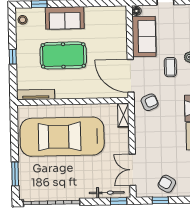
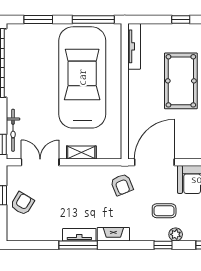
shelving: (123, 115) -> (81, 152), moved
window: (14, 129) -> (93, 19), added

